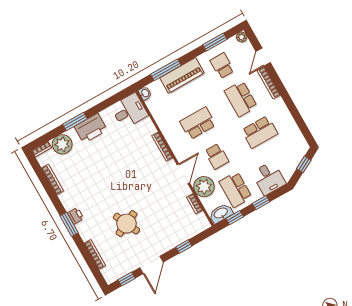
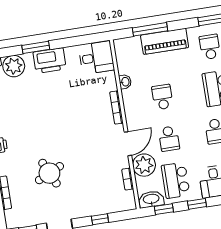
washbasin: (145, 93) -> (125, 82), moved
school desk: (198, 123) -> (162, 97), width x0.54

